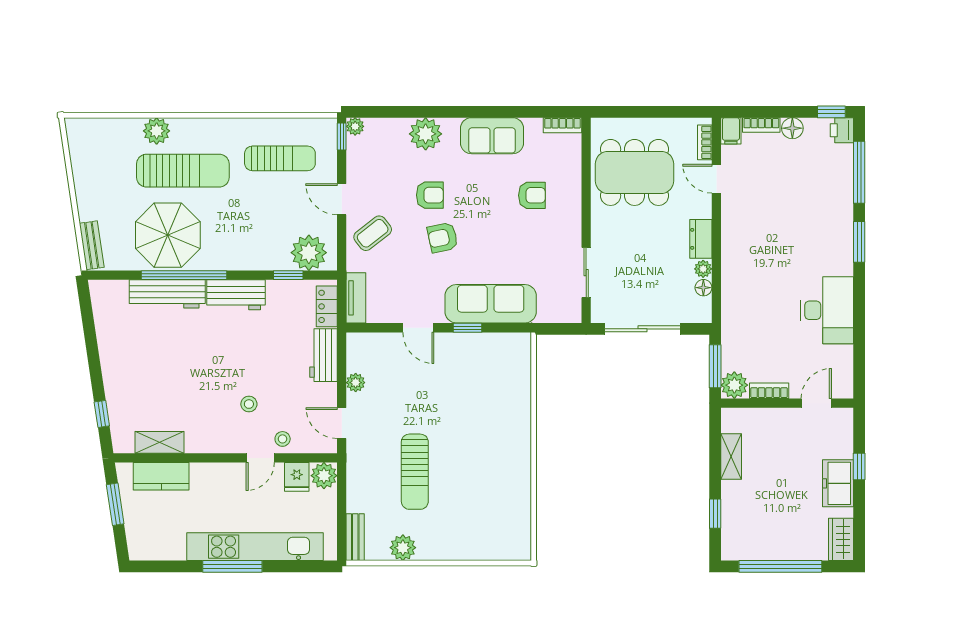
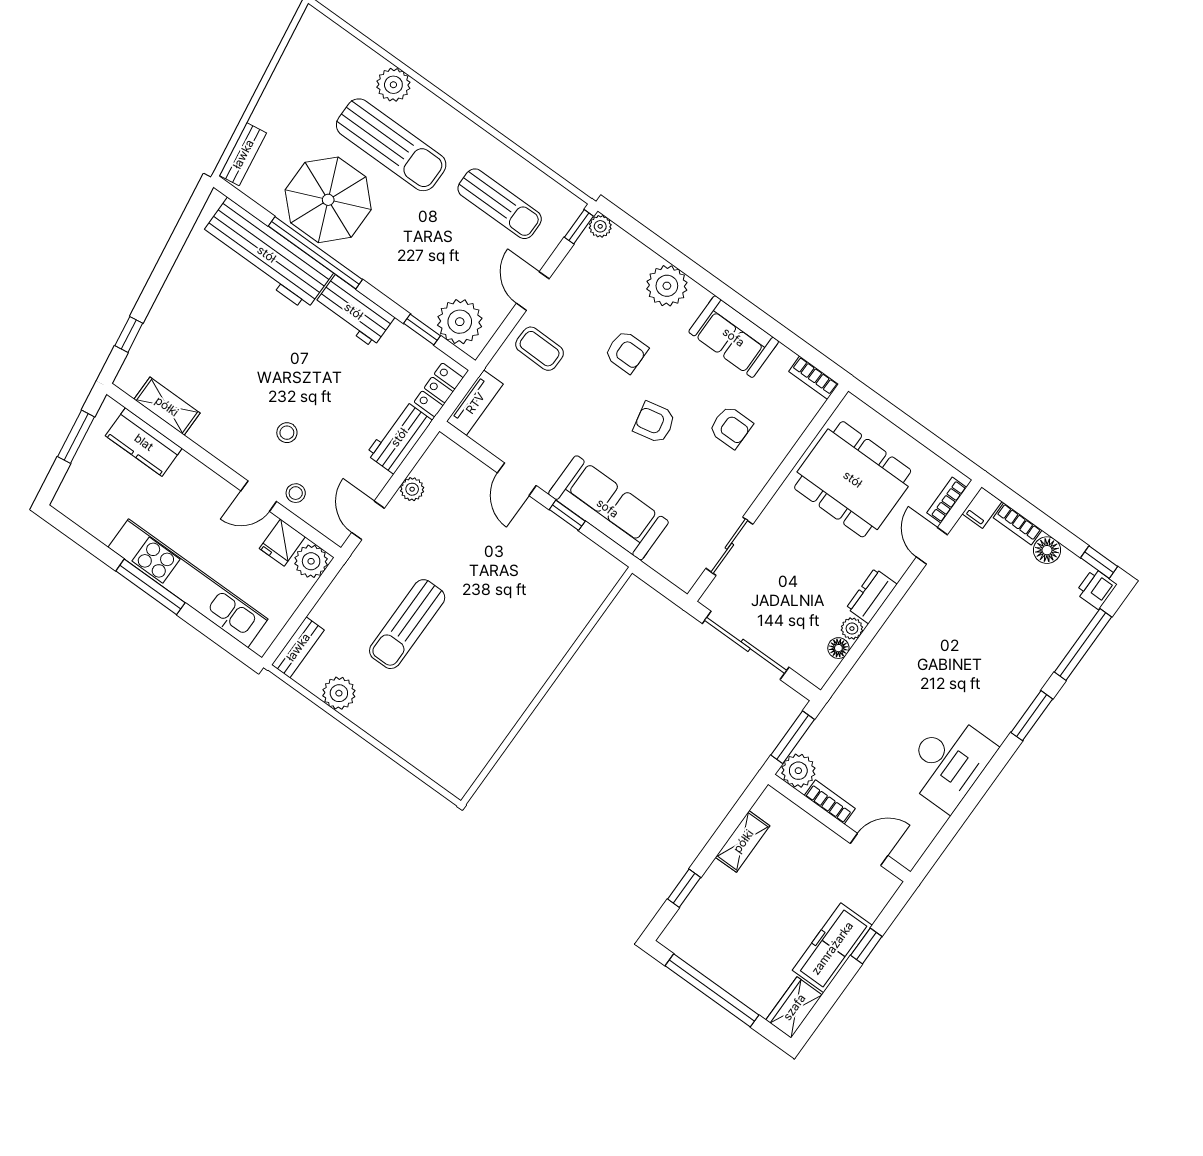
coffee table: (373, 233) -> (540, 349), turned 39
armchair: (443, 238) -> (654, 423), moved
workbench: (167, 294) -> (267, 254), width x1.36, depth x1.32
freezer: (838, 483) -> (832, 948), width x1.40

